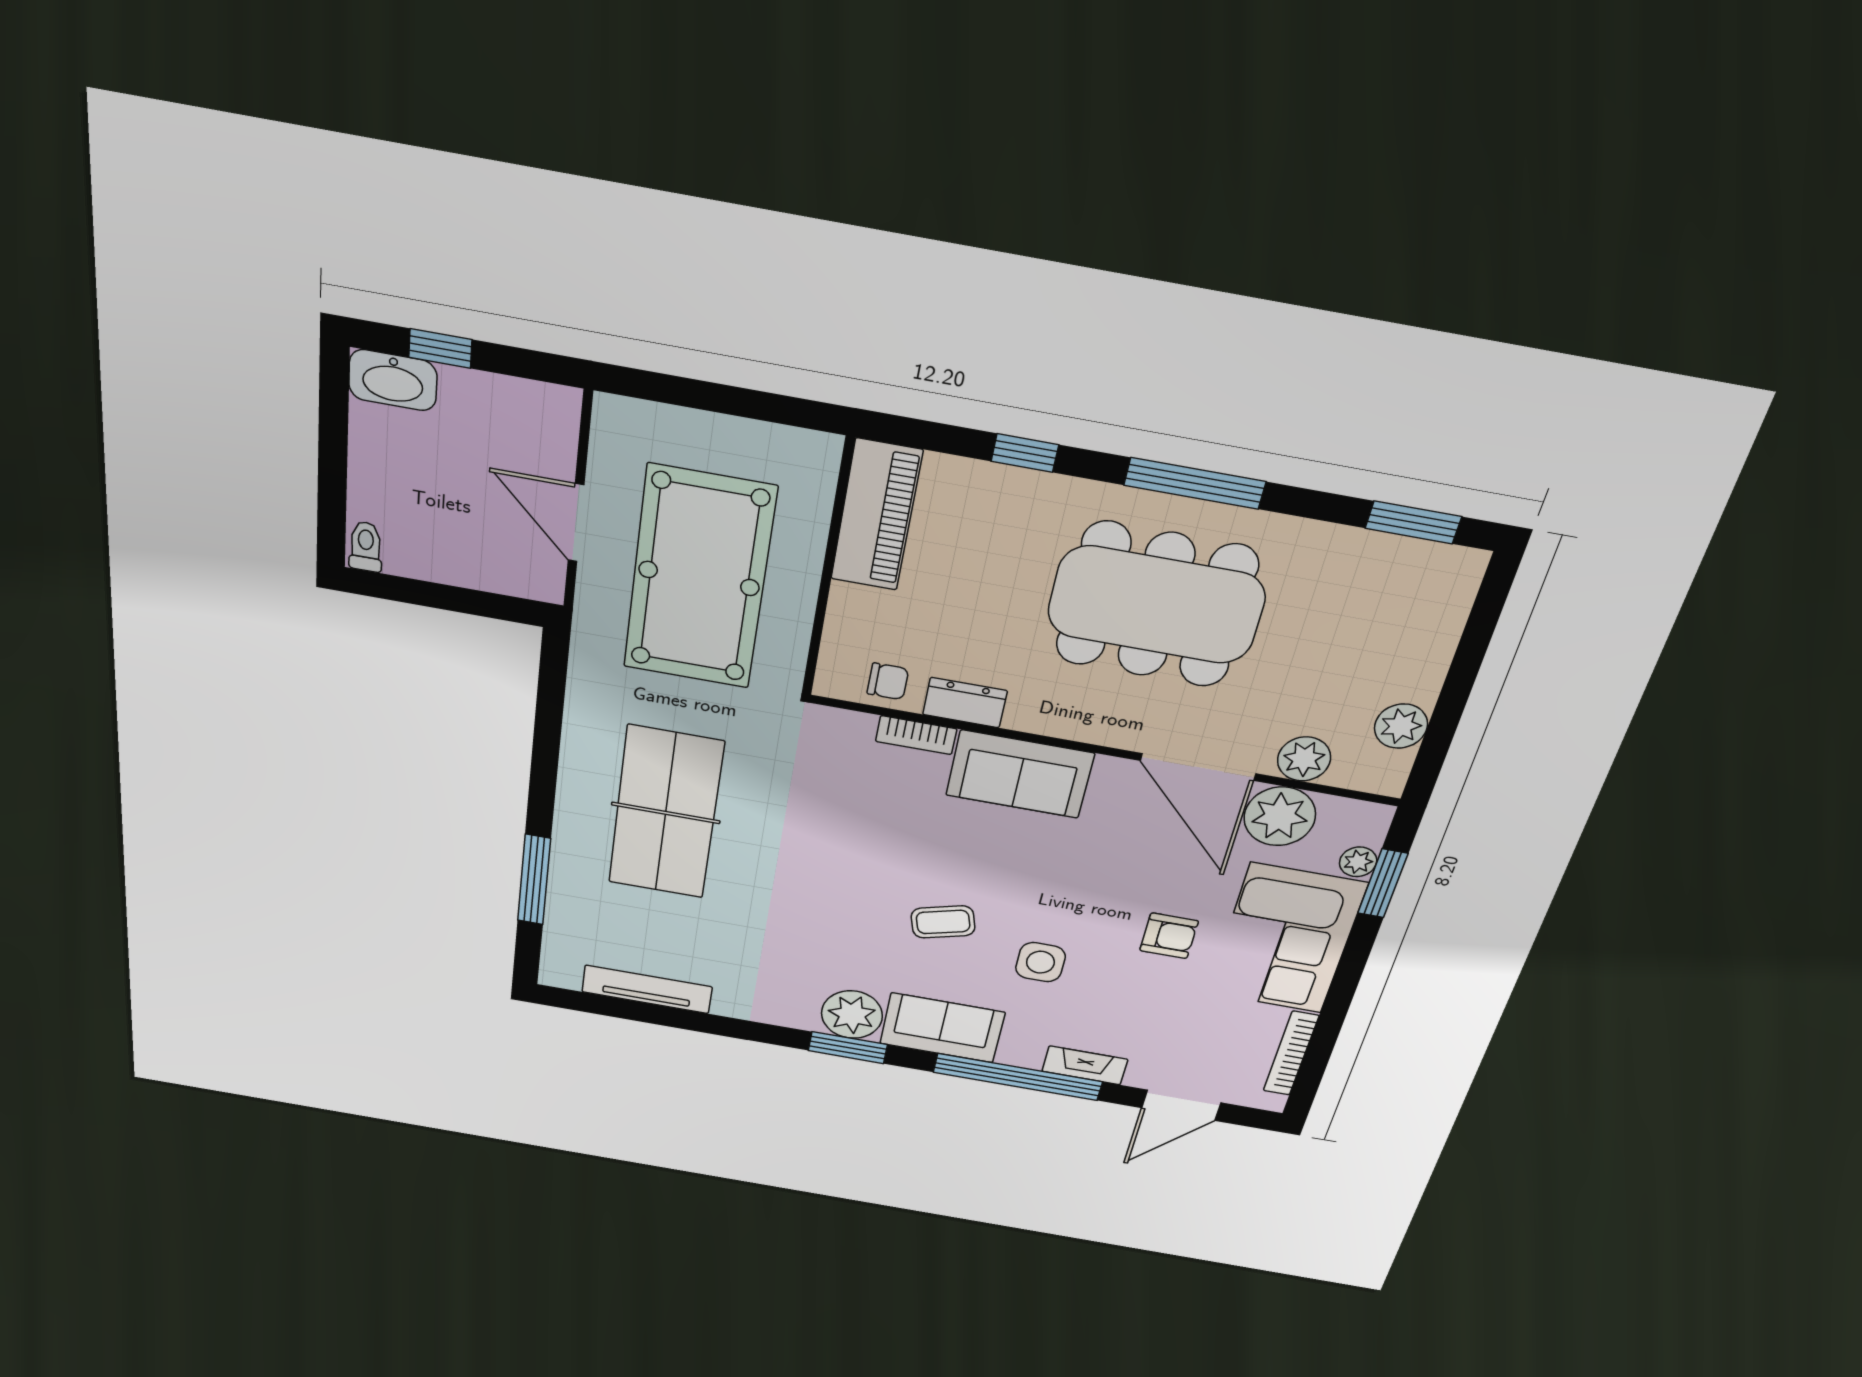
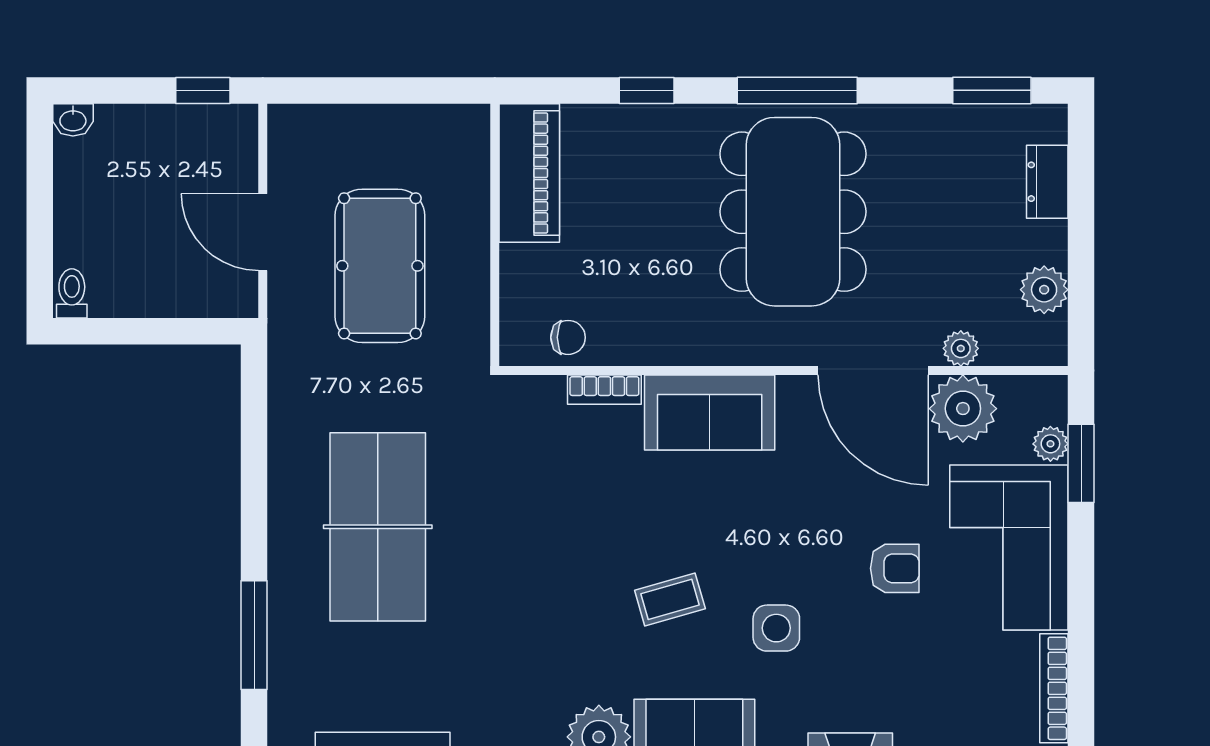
window: (440, 348) -> (203, 90), moved
washbasin: (393, 380) -> (73, 120), width x0.52, depth x0.69
pool table: (699, 578) -> (380, 266), width x0.73, depth x0.76
dining table: (1156, 605) -> (793, 212), turned 90
dresser: (965, 703) -> (1047, 182), moved, turned -90
plant: (1304, 759) -> (961, 348), width x0.73, depth x0.73

